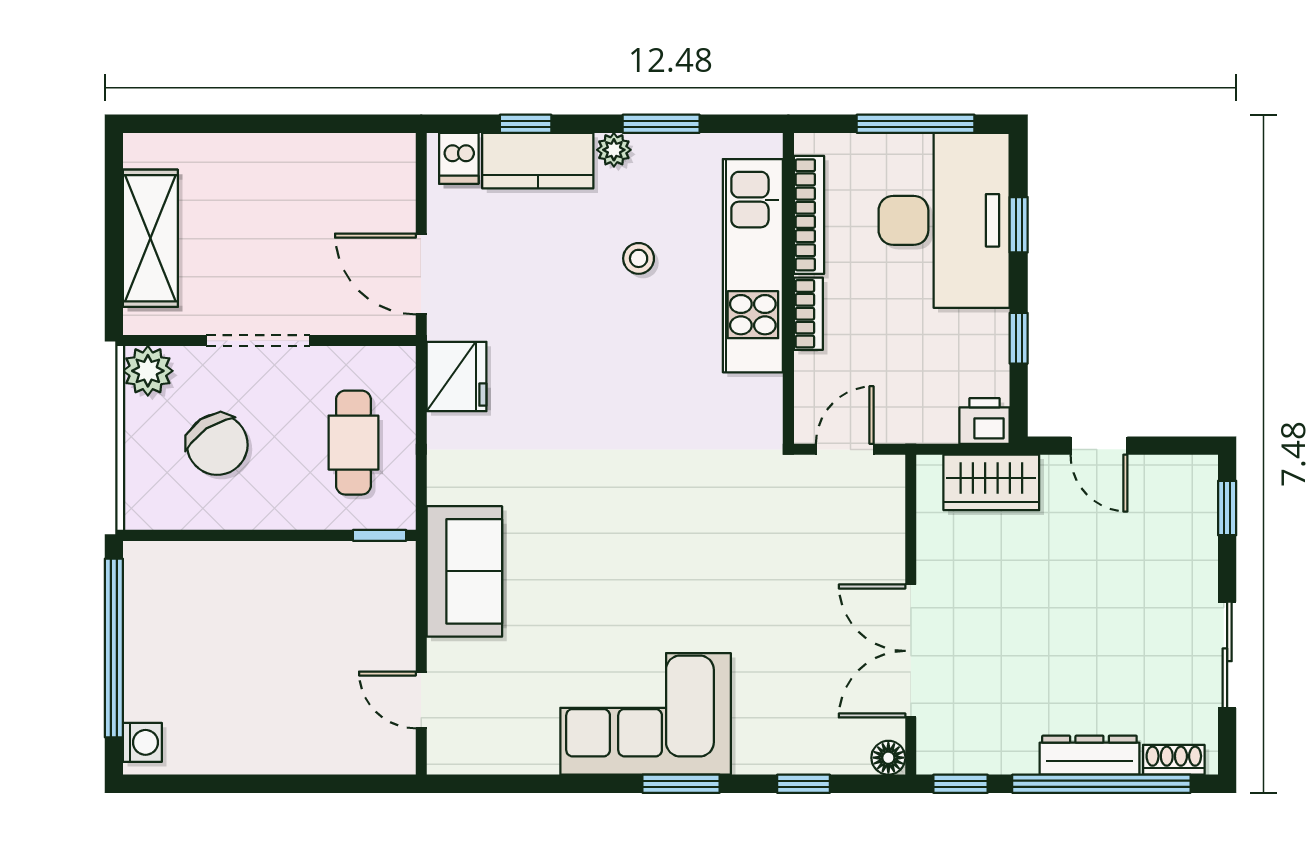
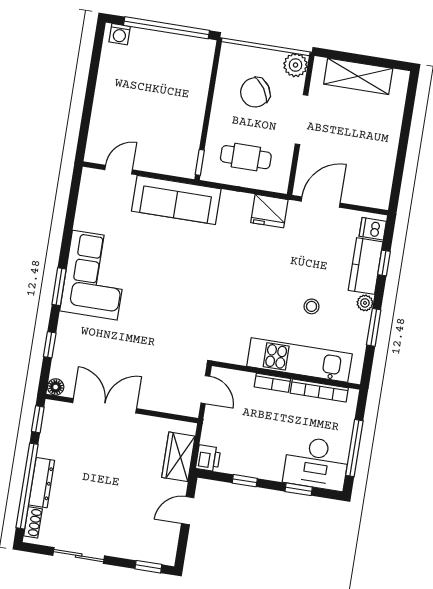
desk: (944, 220) -> (316, 463), width x0.73, depth x0.77
sofa: (464, 571) -> (176, 200), width x1.36

